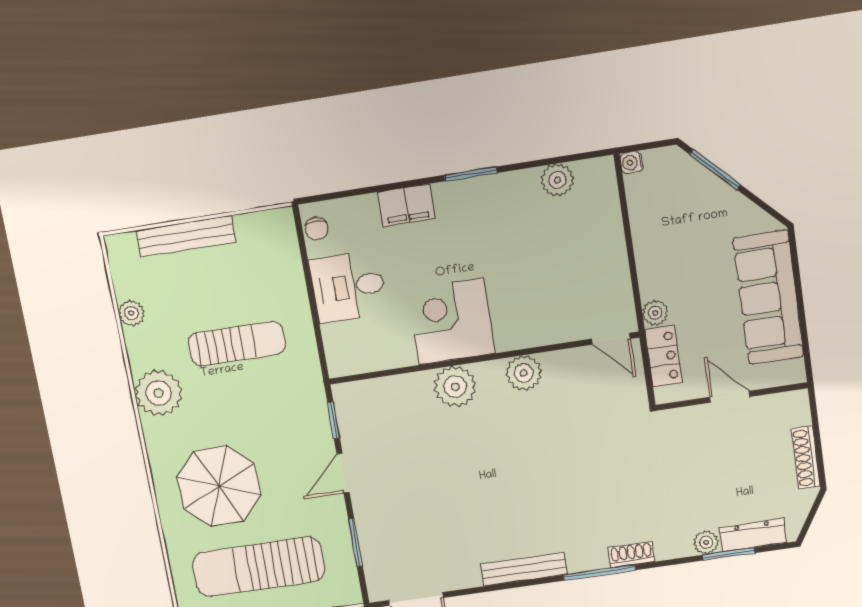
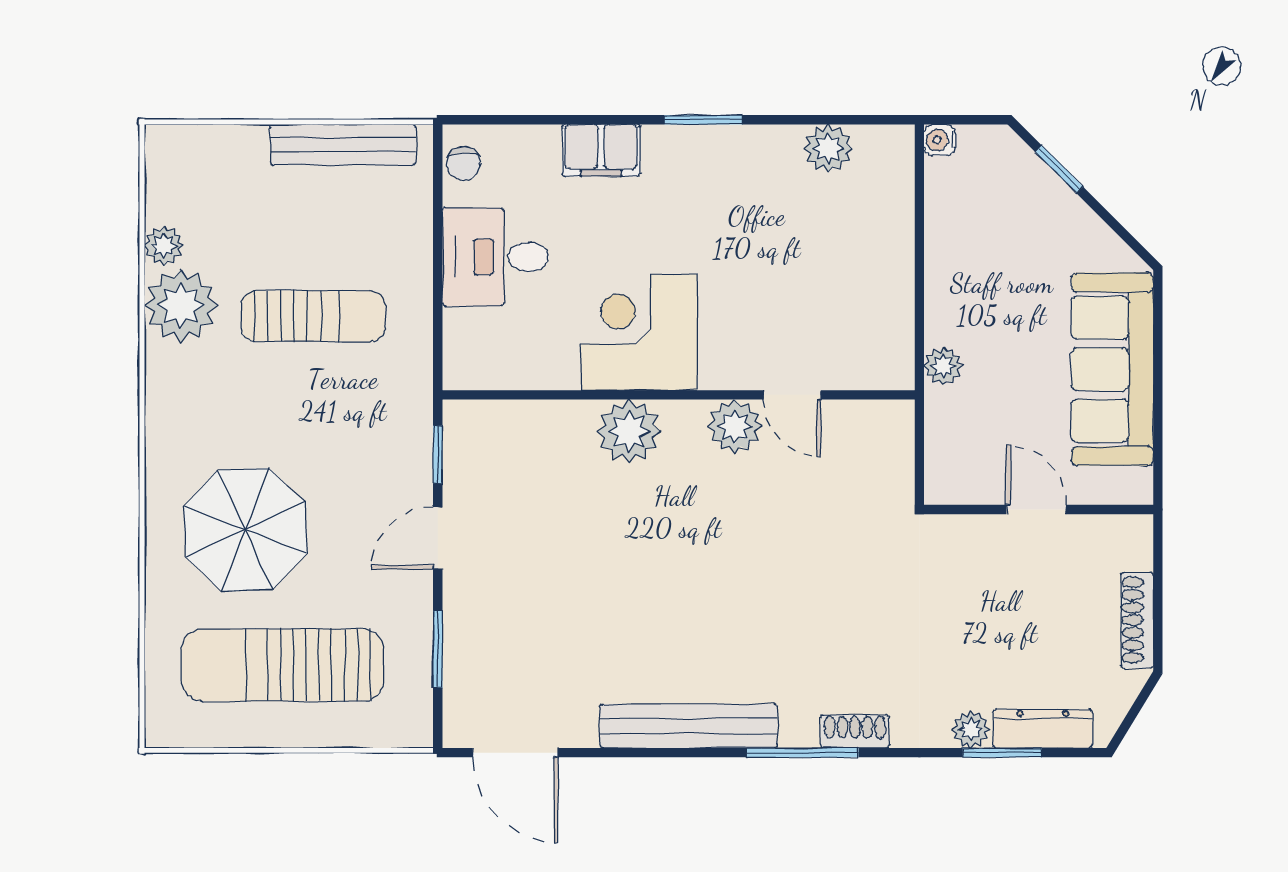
window: (715, 169) -> (1059, 169), width x0.67
bench: (186, 236) -> (343, 145), moved
door: (611, 339) -> (792, 395), moved
locker: (664, 356) -> (946, 433), removed
plant: (158, 393) -> (181, 305), moved
bench: (524, 569) -> (689, 726), width x1.37, depth x1.21

